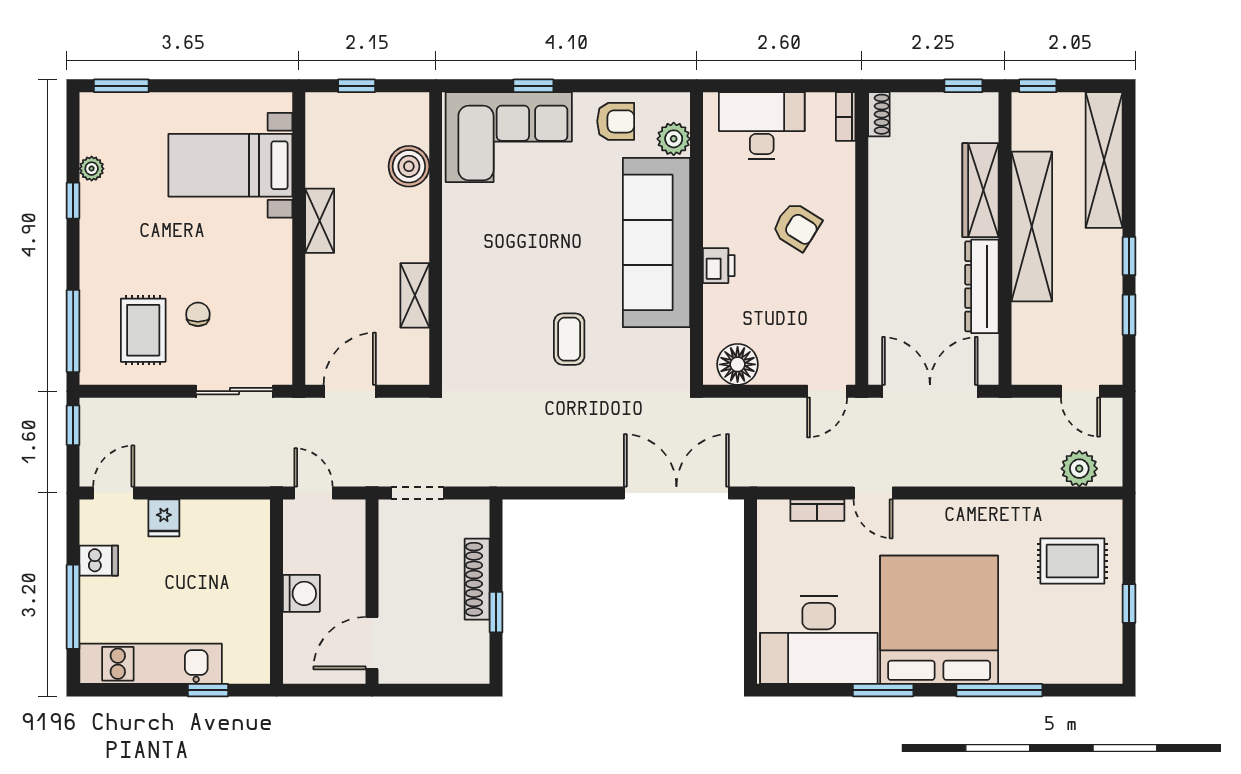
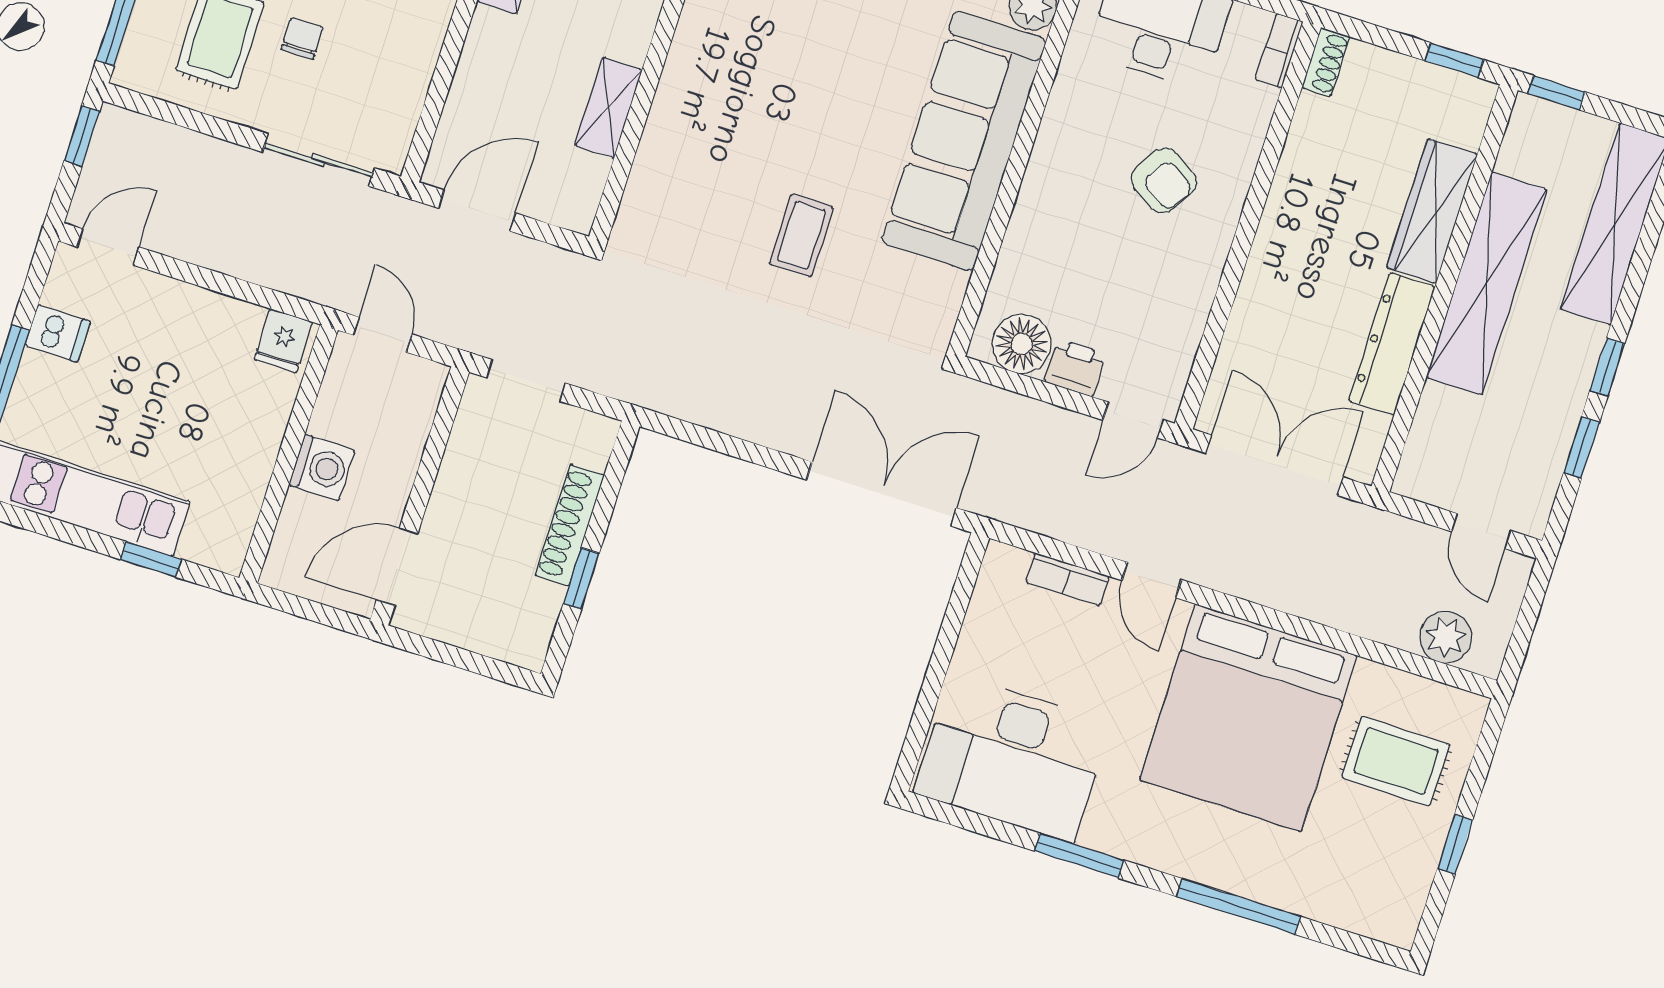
printer: (719, 266) -> (1075, 368), moved, turned -90
fridge: (164, 518) -> (283, 341), moved
bed: (939, 620) -> (1248, 718), moved, turned 180

